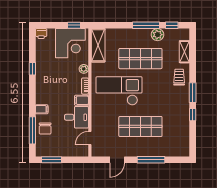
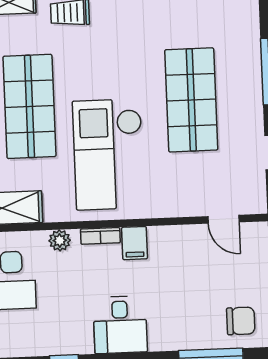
filing cabinet: (42, 109) -> (160, 337), removed
desk: (76, 117) -> (120, 325), moved, turned 180
chair: (45, 129) -> (241, 321), moved

